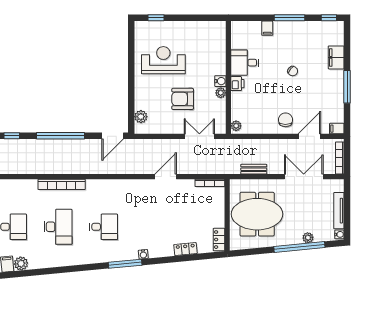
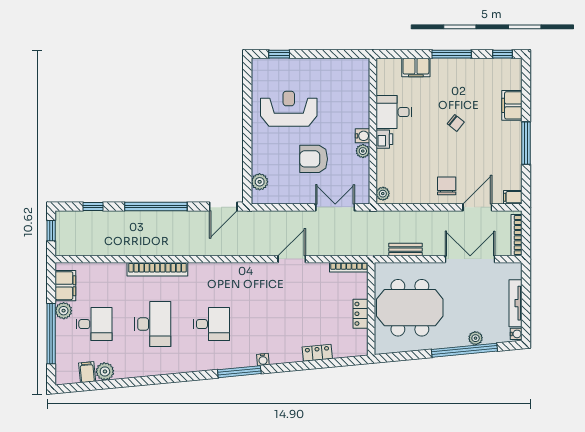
filing cabinet: (267, 28) -> (416, 68), width x2.00
locker: (219, 240) -> (361, 314), moved

